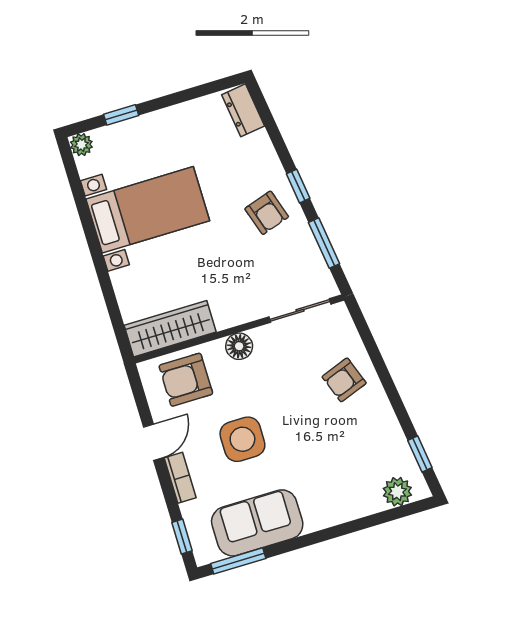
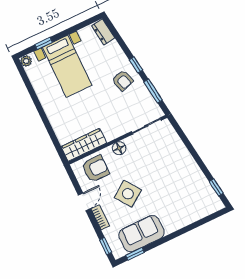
bed with nightstands: (148, 210) -> (67, 66), moved, turned 90
armchair: (186, 380) -> (96, 169), turned 180
armchair: (344, 380) -> (173, 157), removed
side table: (242, 439) -> (128, 194), turned -35
plant: (397, 492) -> (208, 208), removed
window: (238, 561) -> (135, 254), width x0.67

